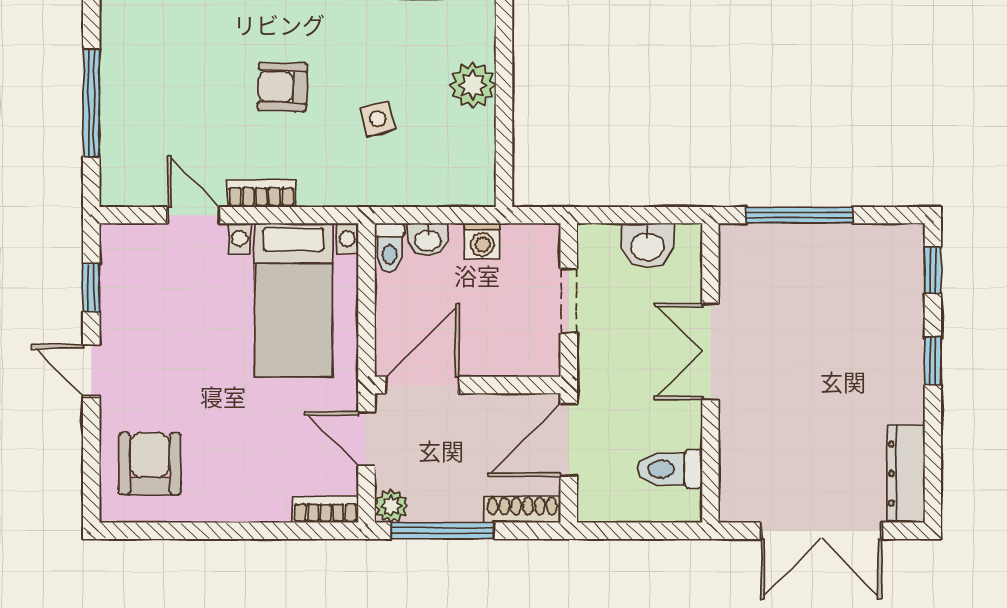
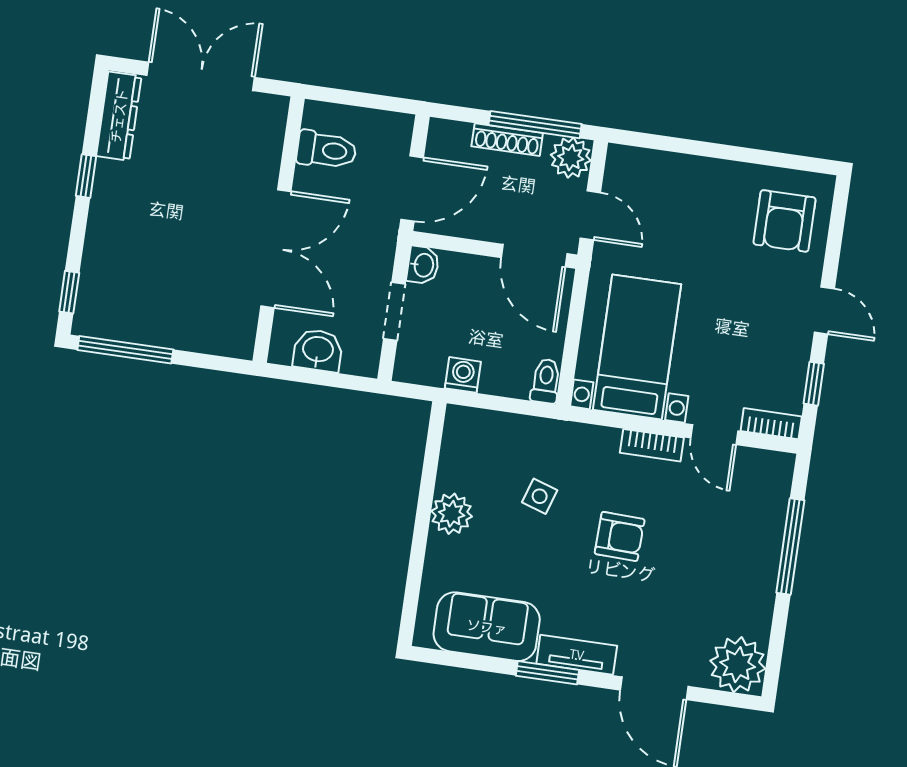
side table: (378, 119) -> (540, 496), turned 34
window: (799, 215) -> (125, 350), moved
washbasin: (428, 240) -> (423, 265), moved, turned 90
double door: (710, 351) -> (276, 249), width x1.37
window: (933, 361) -> (86, 176), moved
door: (422, 385) -> (534, 256), hinge flipped
plant: (391, 506) -> (571, 158), width x1.38, depth x1.38
bookcase: (326, 510) -> (771, 424), moved, turned 180
shoe rack: (522, 510) -> (507, 140), moved

